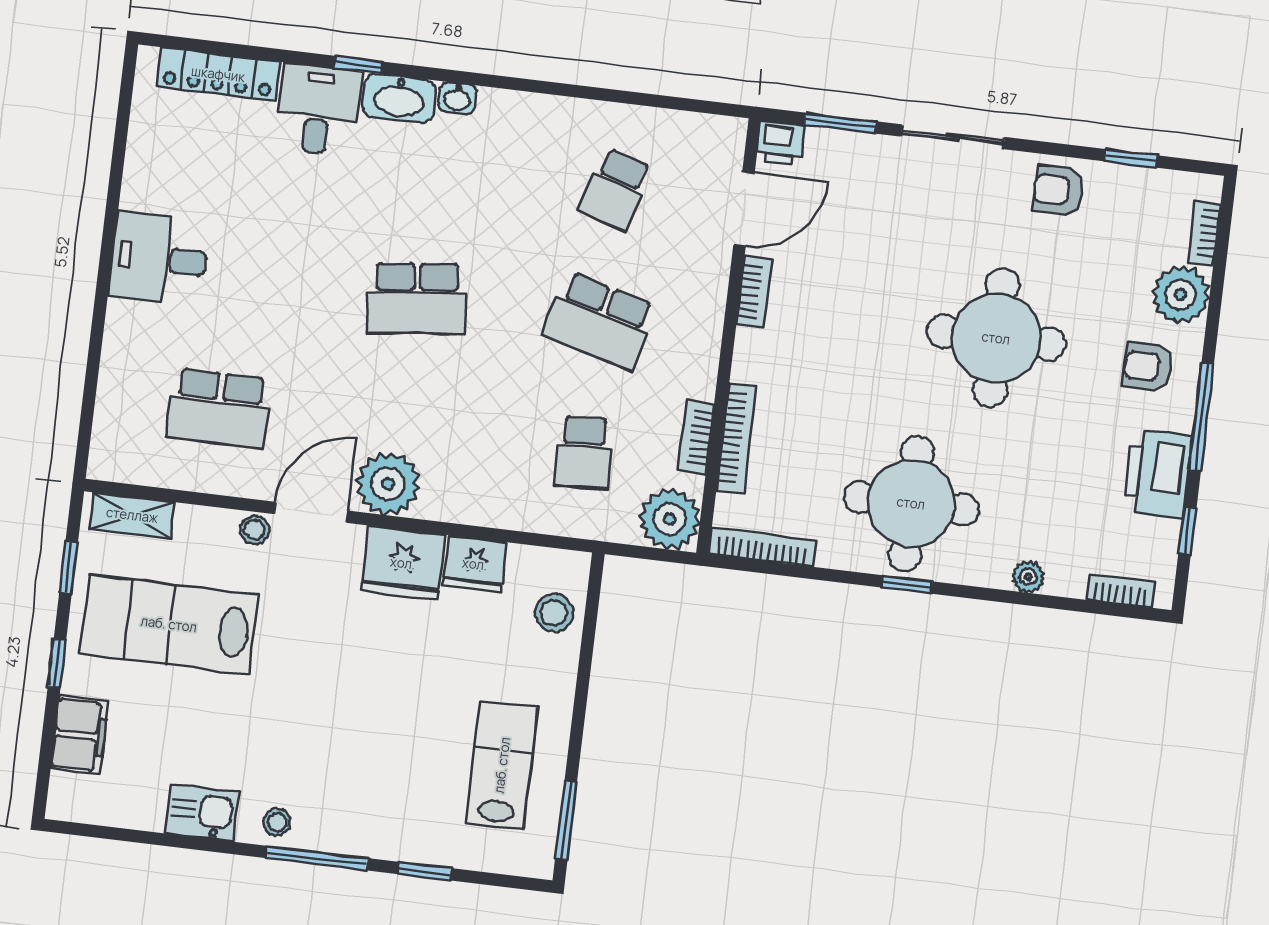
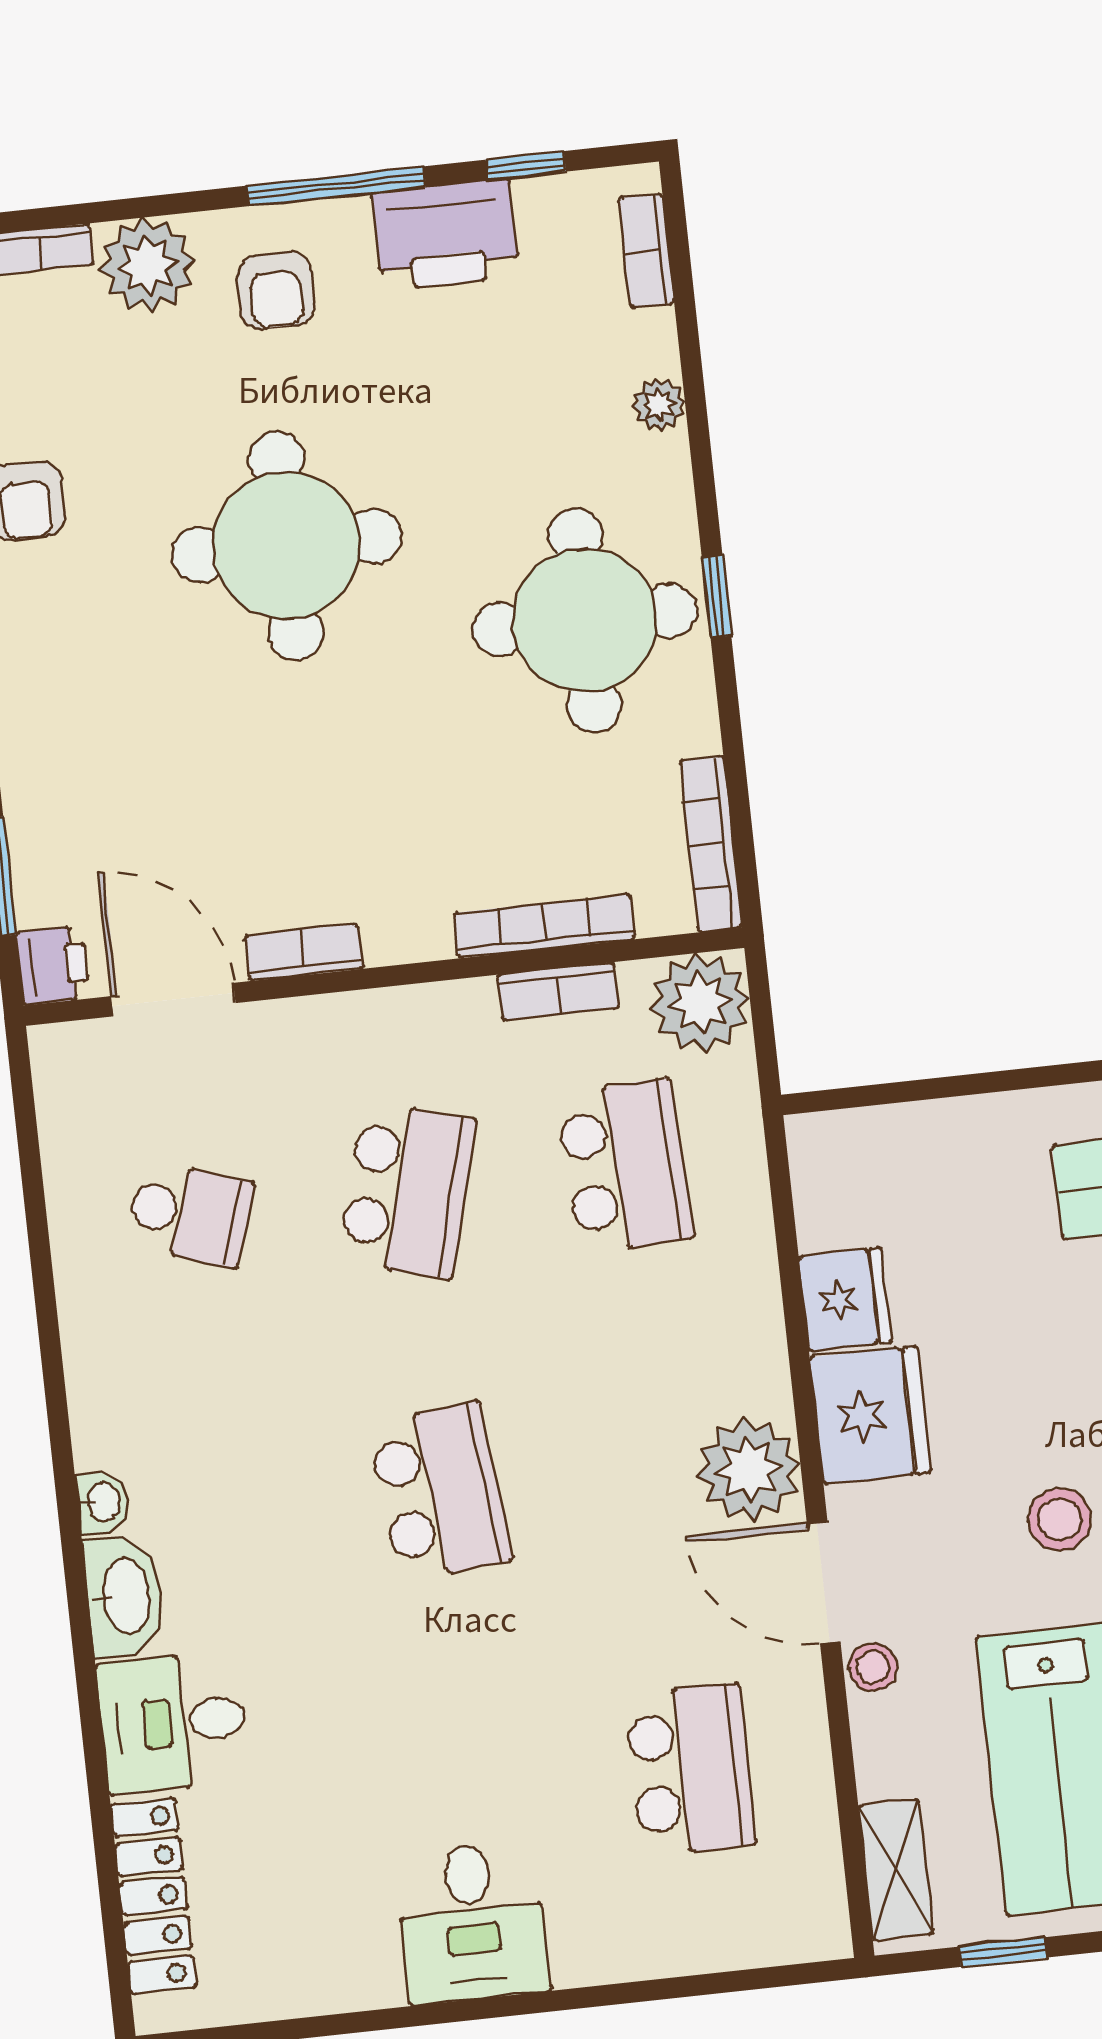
window: (358, 65) -> (86, 1674), removed
school desk: (584, 452) -> (625, 1167), width x1.85
stool: (554, 613) -> (1060, 1519), moved

